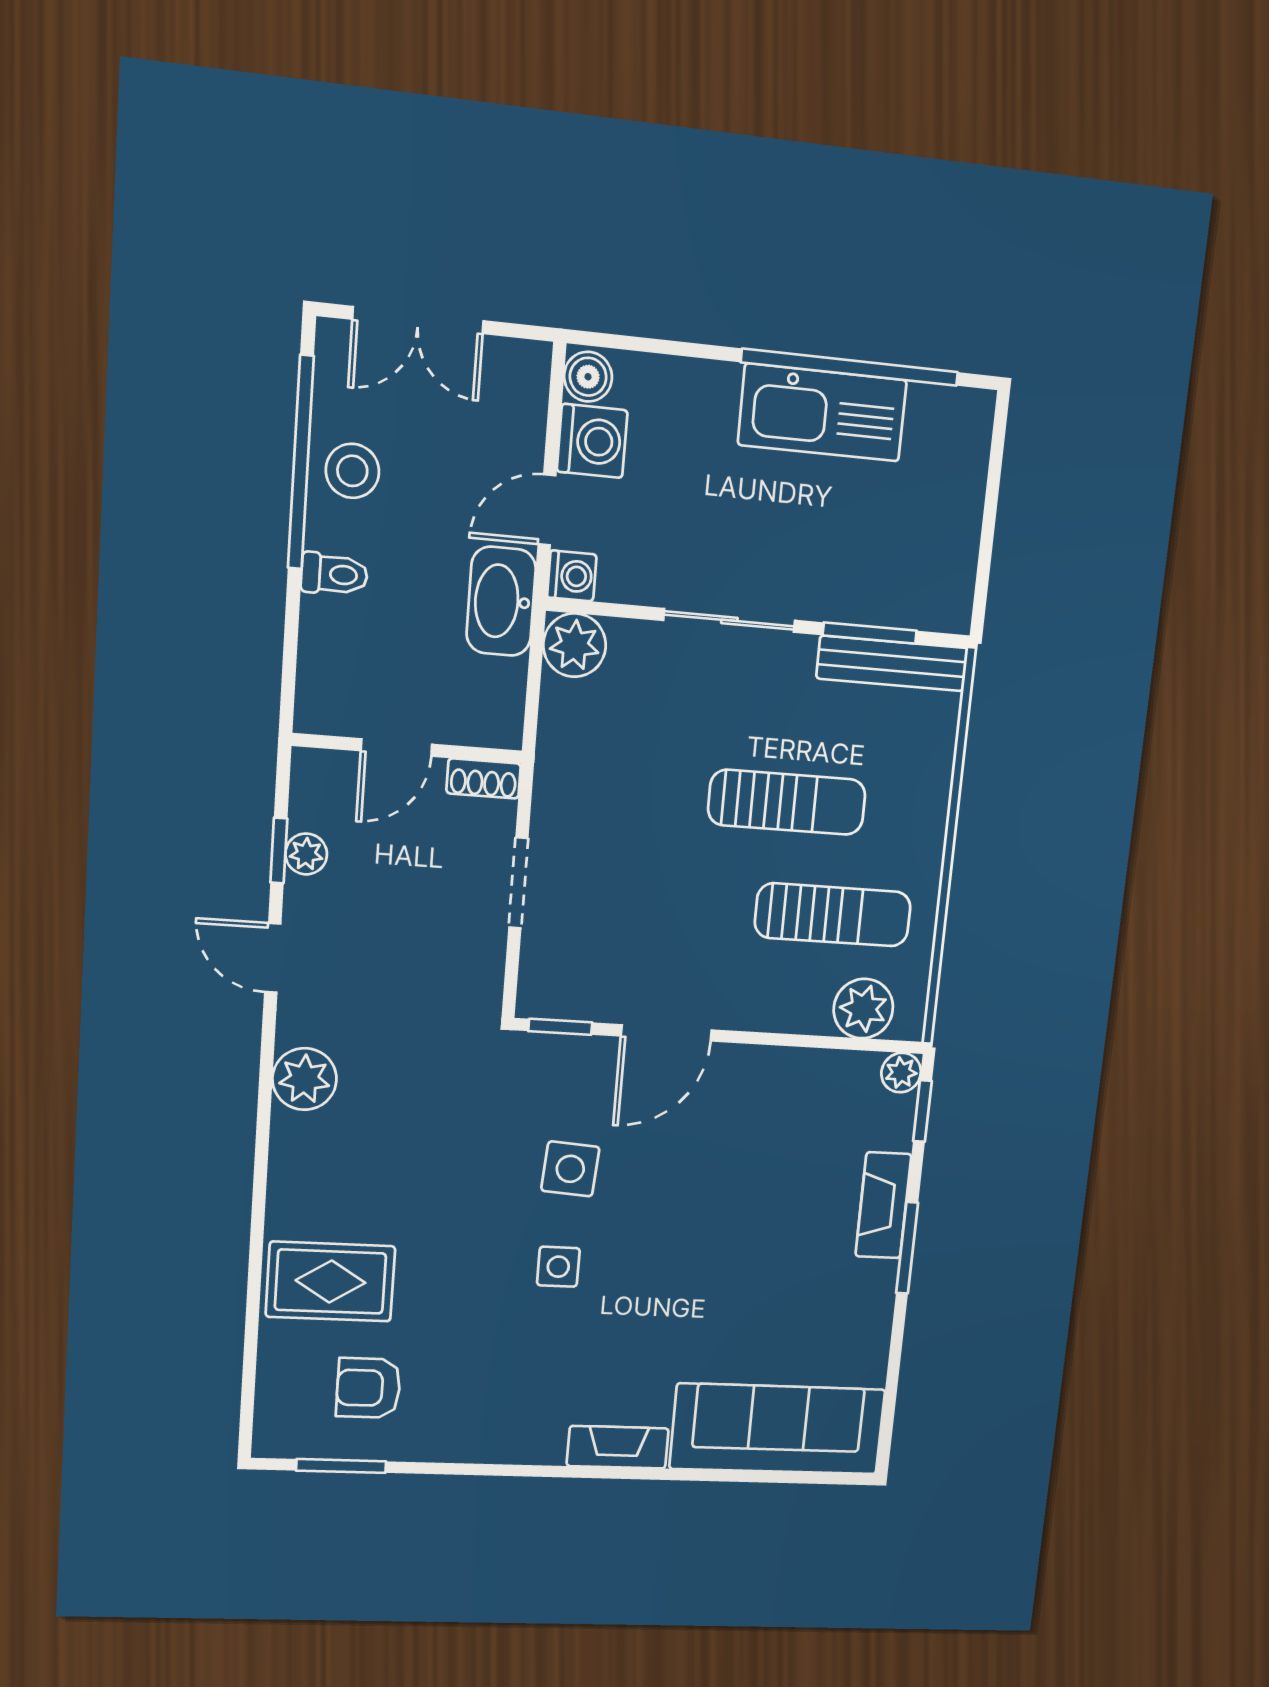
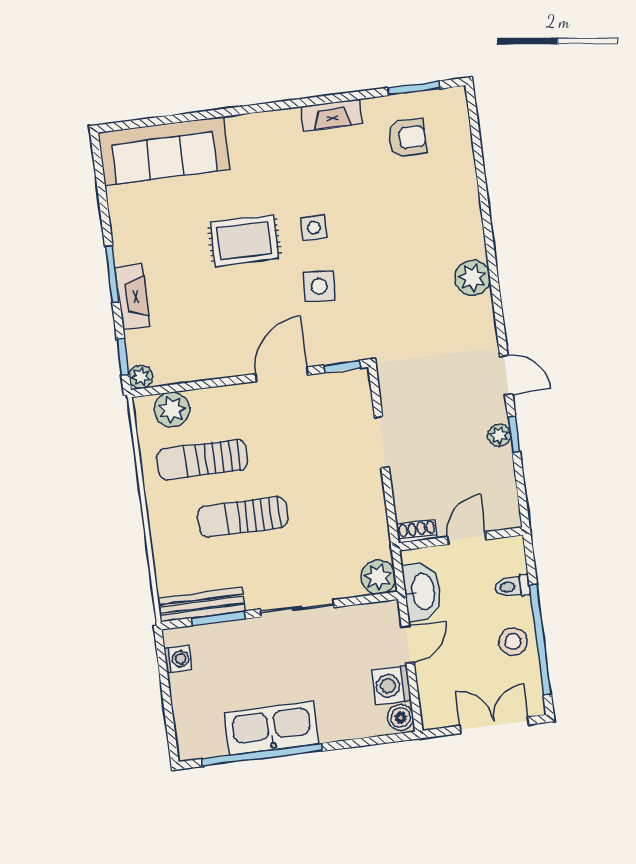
washing machine: (572, 576) -> (178, 659), moved, turned 180
door: (396, 747) -> (467, 538), moved
wall: (408, 748) -> (461, 539), moved
shoe rack: (484, 778) -> (417, 531), moved
plant: (305, 1079) -> (472, 278), moved
rug: (330, 1282) -> (244, 241), moved
fireplace: (618, 1447) -> (332, 115), moved

